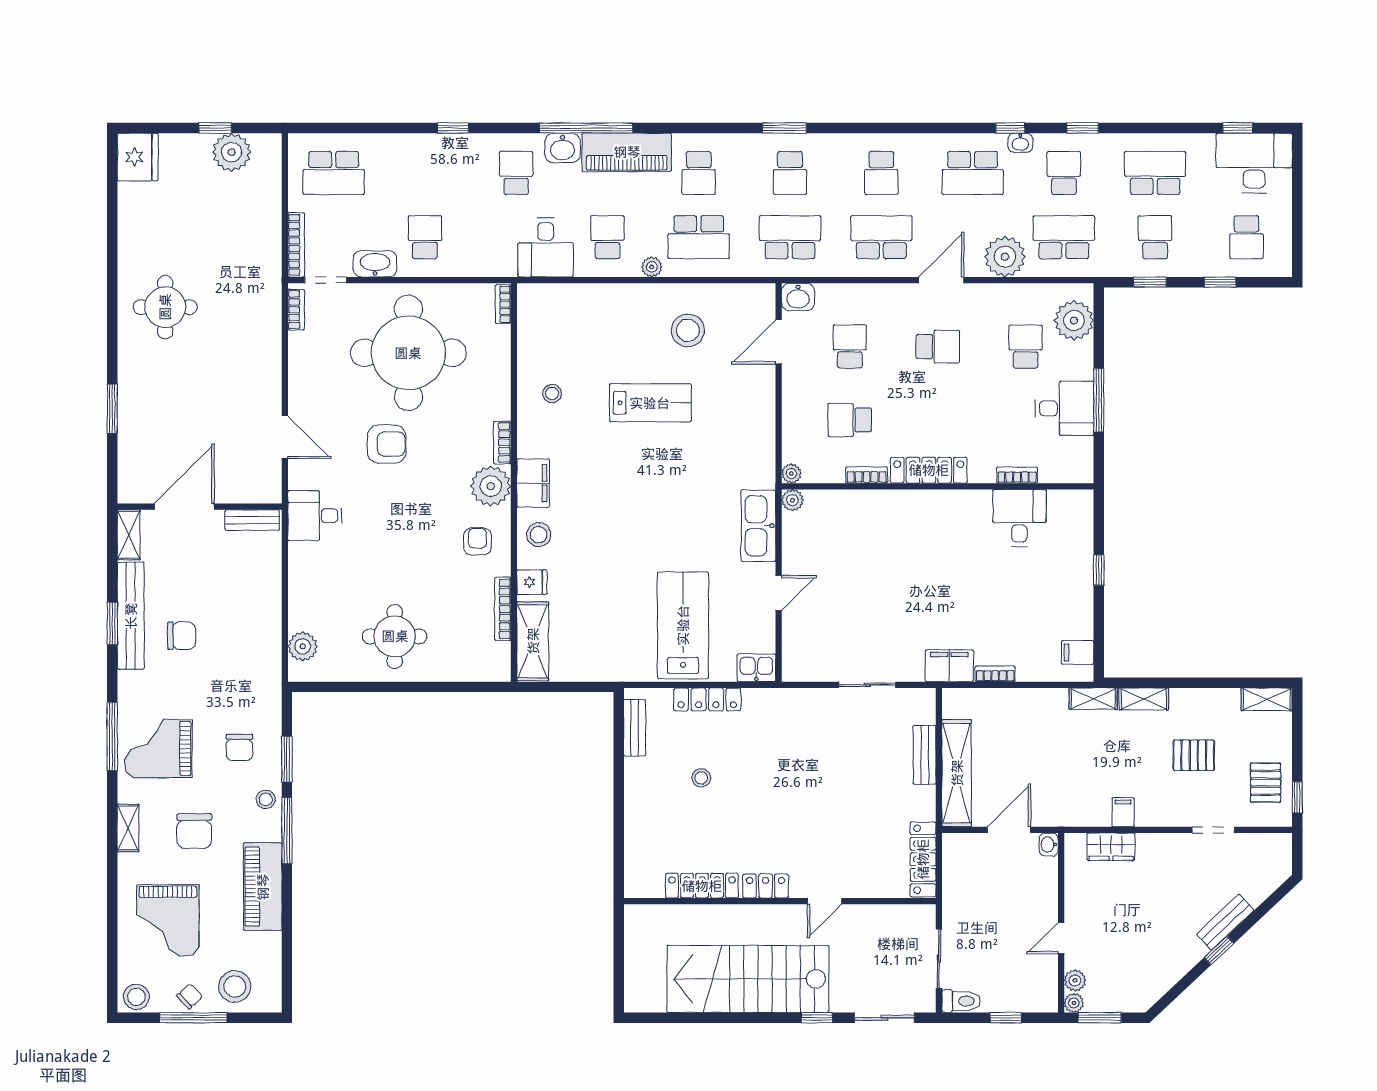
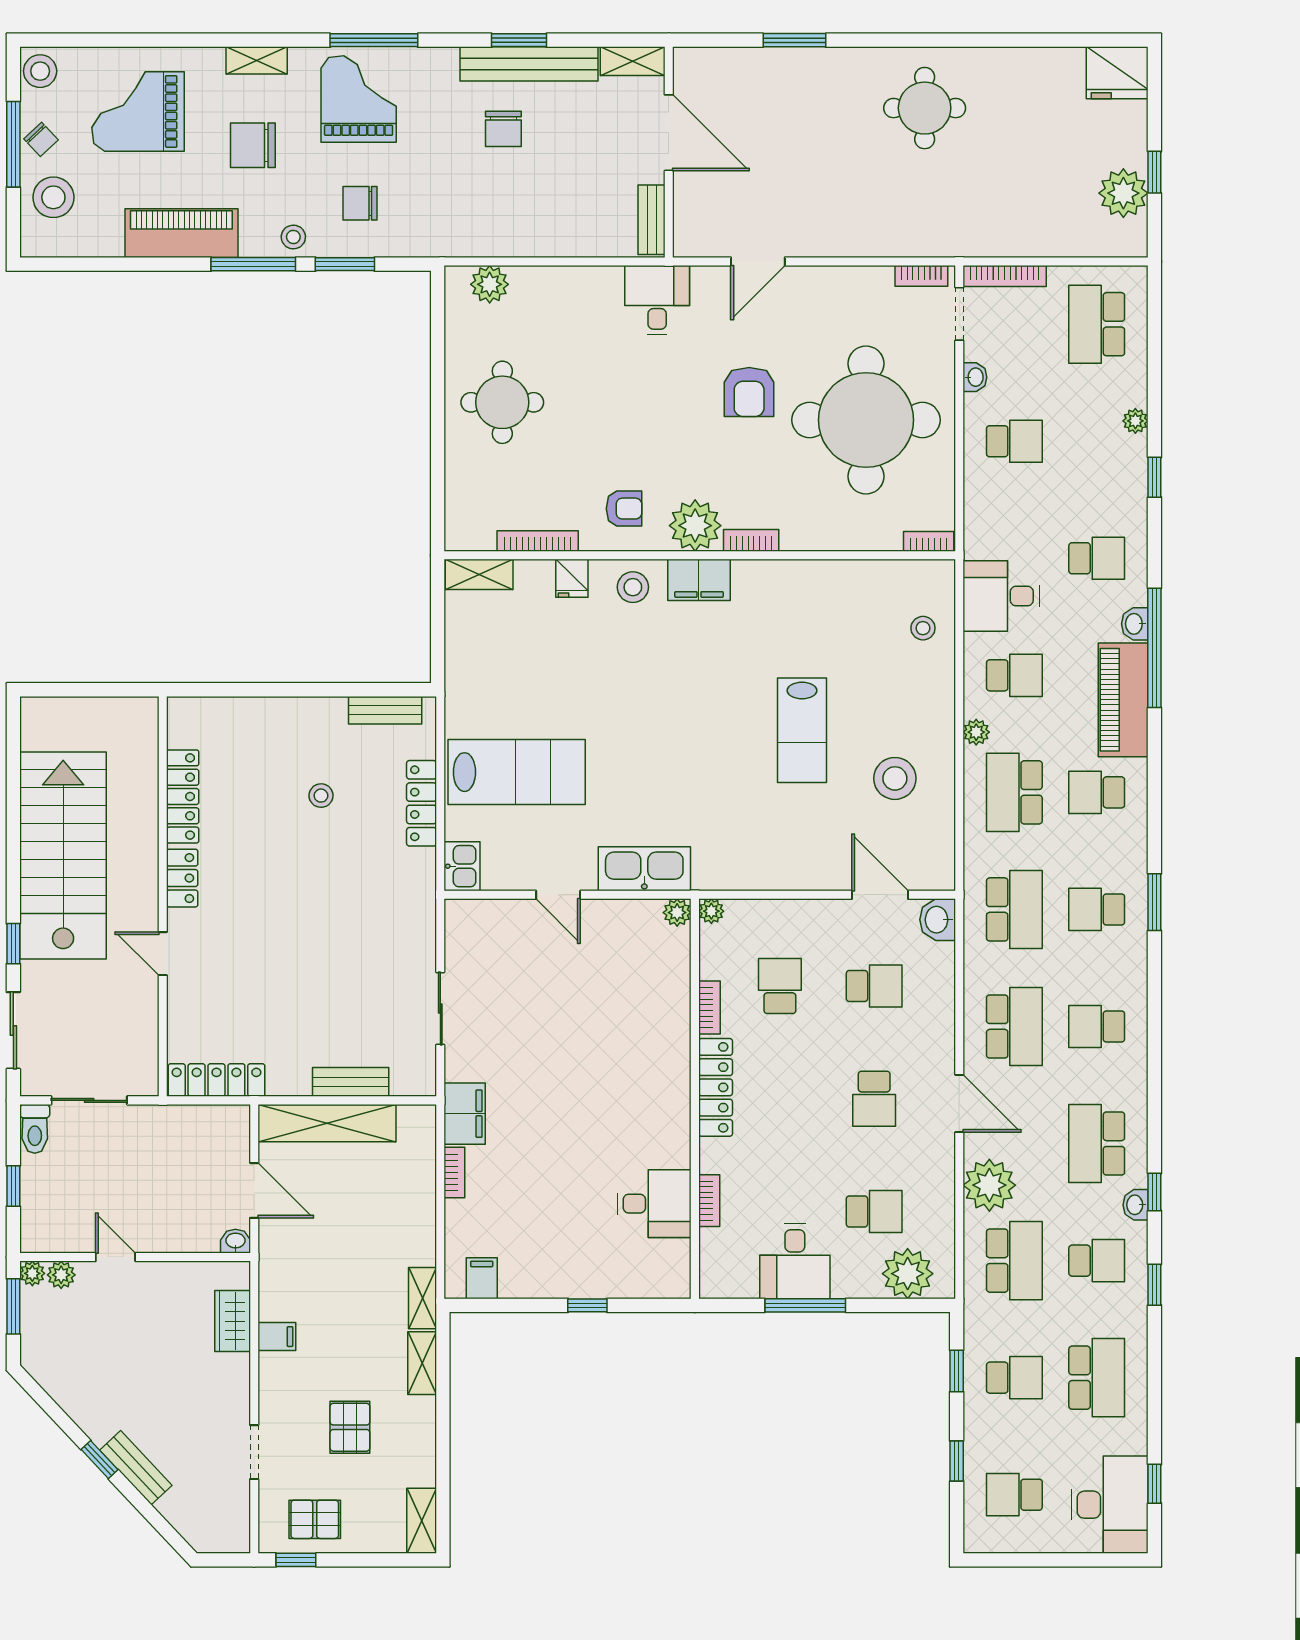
plant: (409, 143) -> (1135, 421), added
washbasin: (563, 148) -> (1135, 624), width x0.72, depth x0.69
washbasin: (375, 264) -> (975, 377), width x0.52, depth x0.69
stool: (552, 393) -> (923, 628), moved
shelving: (533, 641) -> (479, 574), width x0.67, depth x0.75

